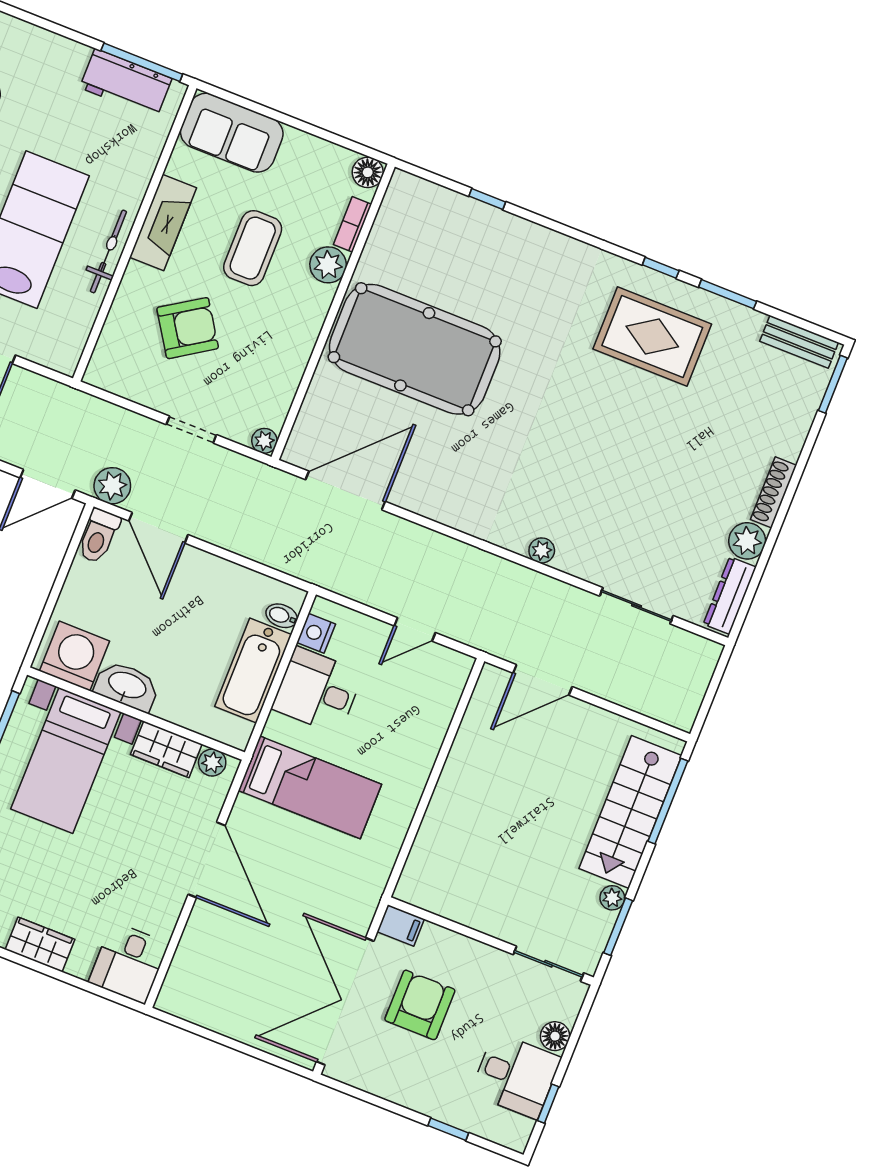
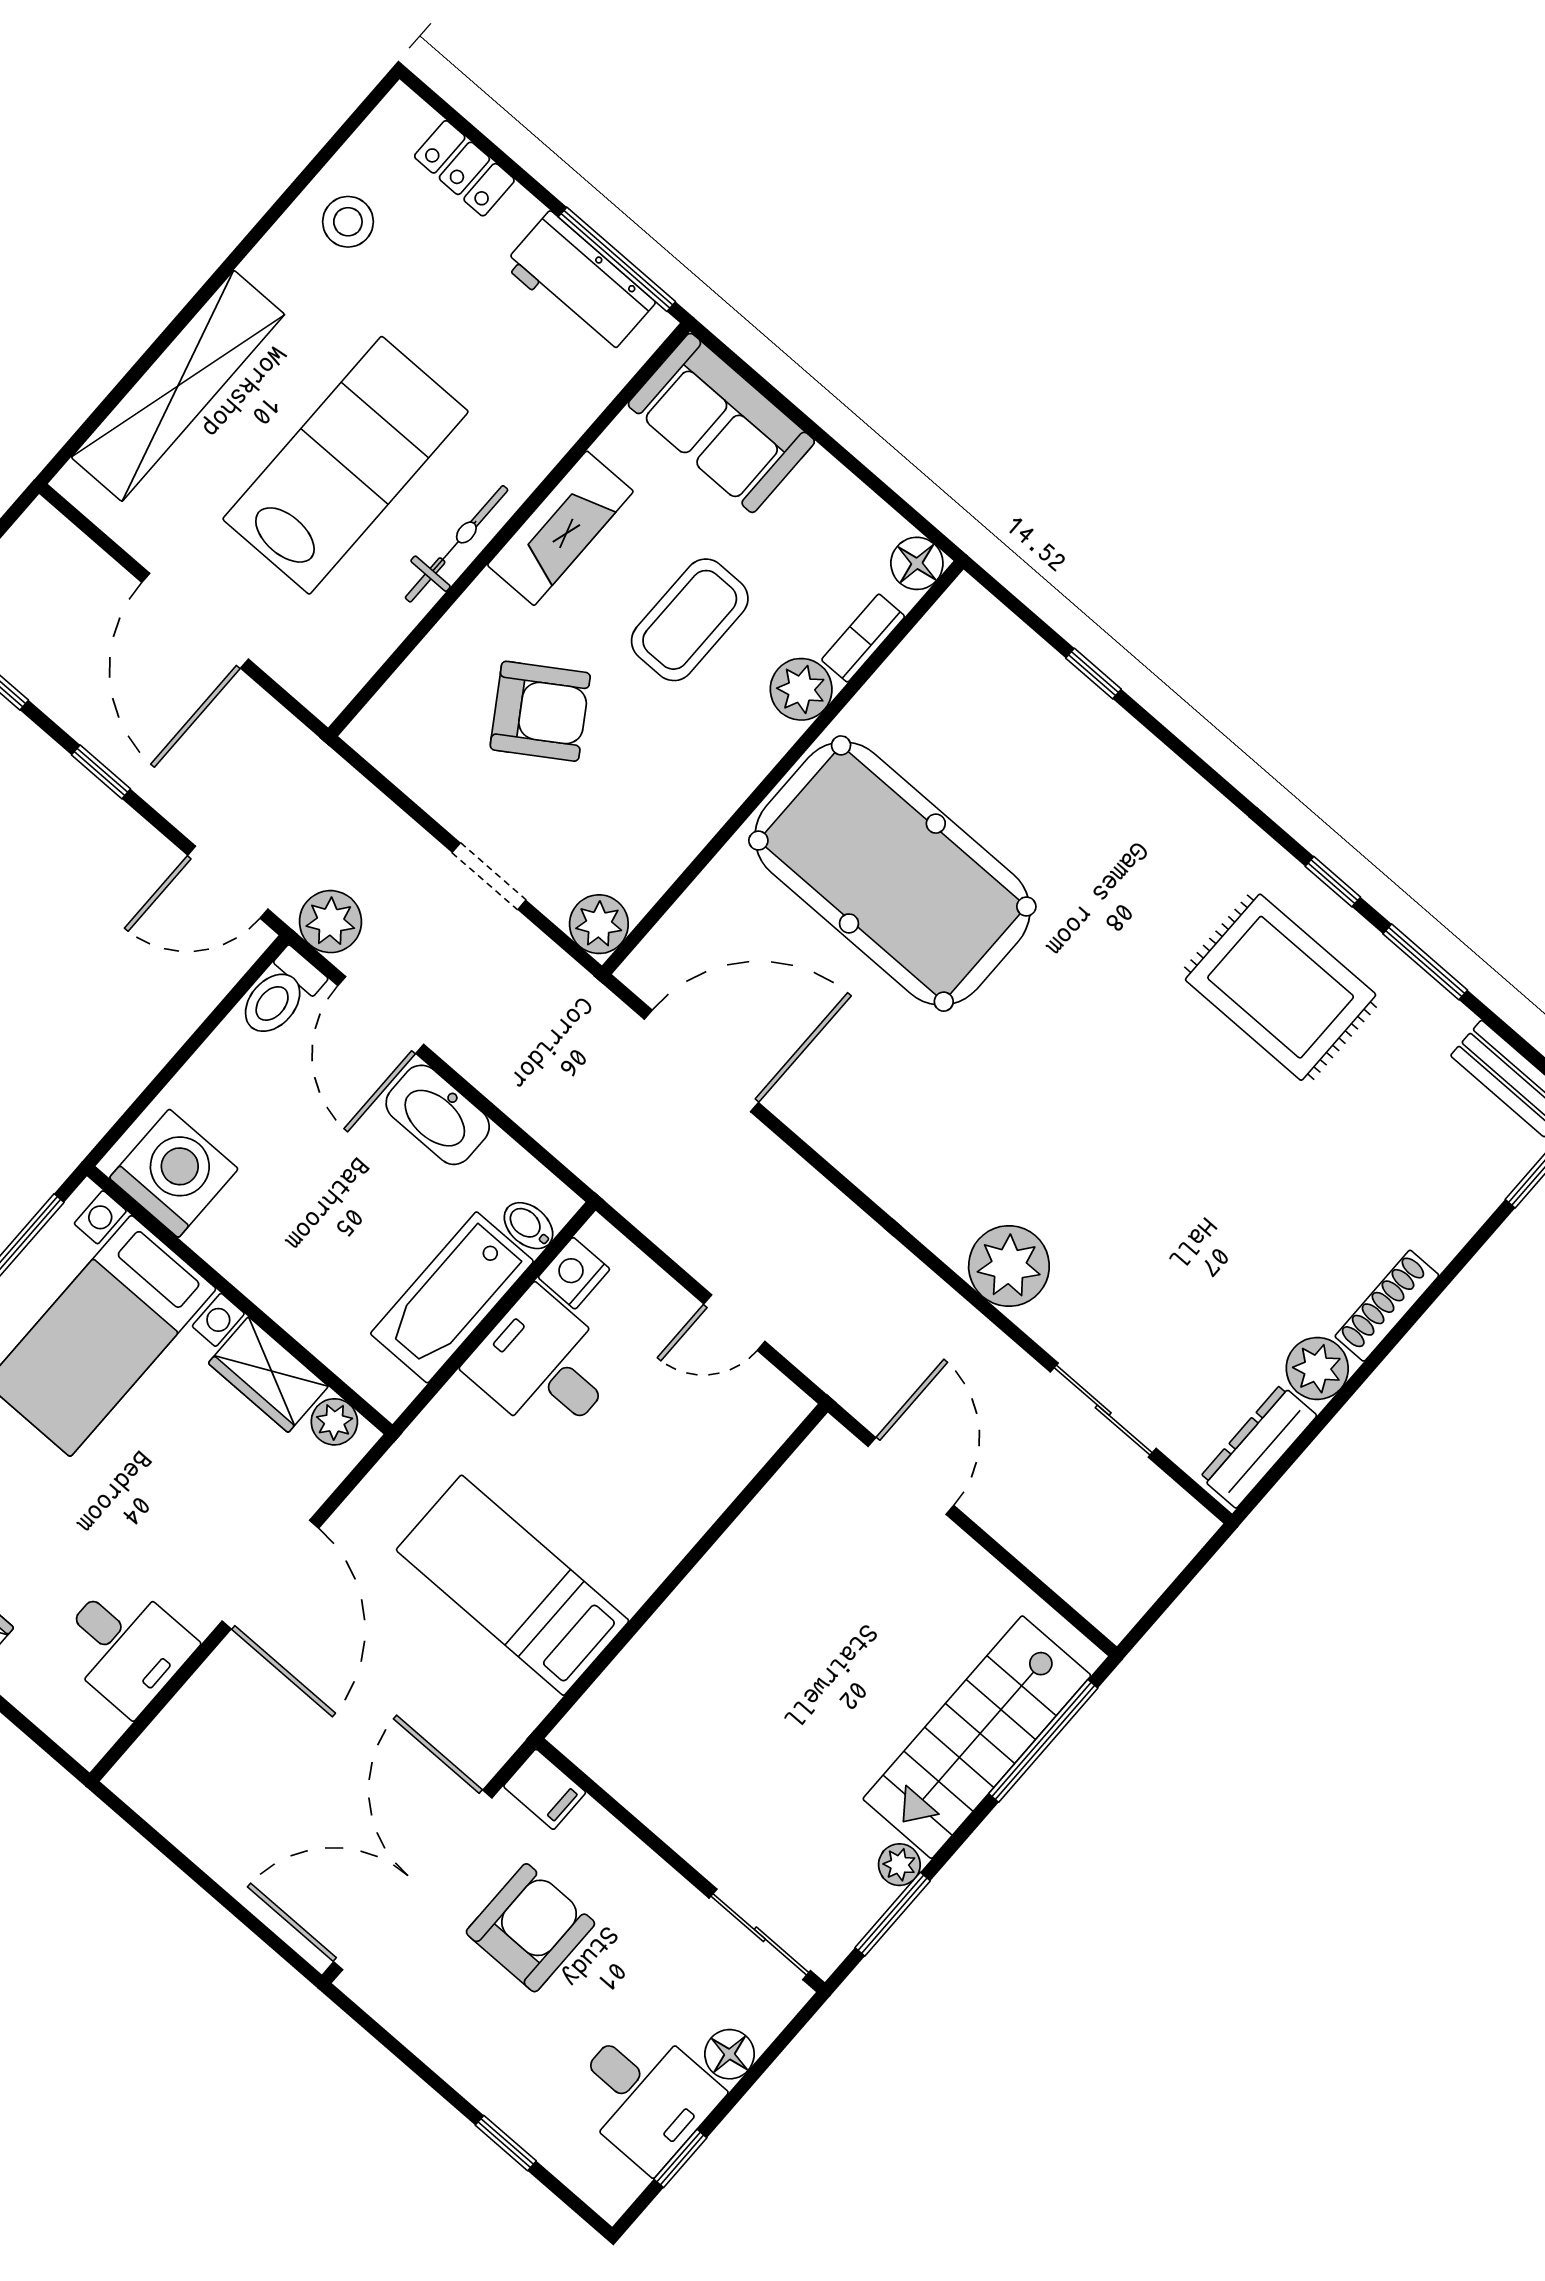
locker: (39, 42) -> (464, 168), added
plant: (264, 441) -> (599, 924), width x1.38, depth x1.38
plant: (542, 550) -> (1009, 1266), width x1.87, depth x1.87
door: (543, 680) -> (911, 1476), swing flipped
washbasin: (127, 686) -> (438, 1115), moved, turned 180
bed: (310, 787) -> (513, 1585), moved, turned 180
desk: (129, 963) -> (125, 1646), moved, turned -90

